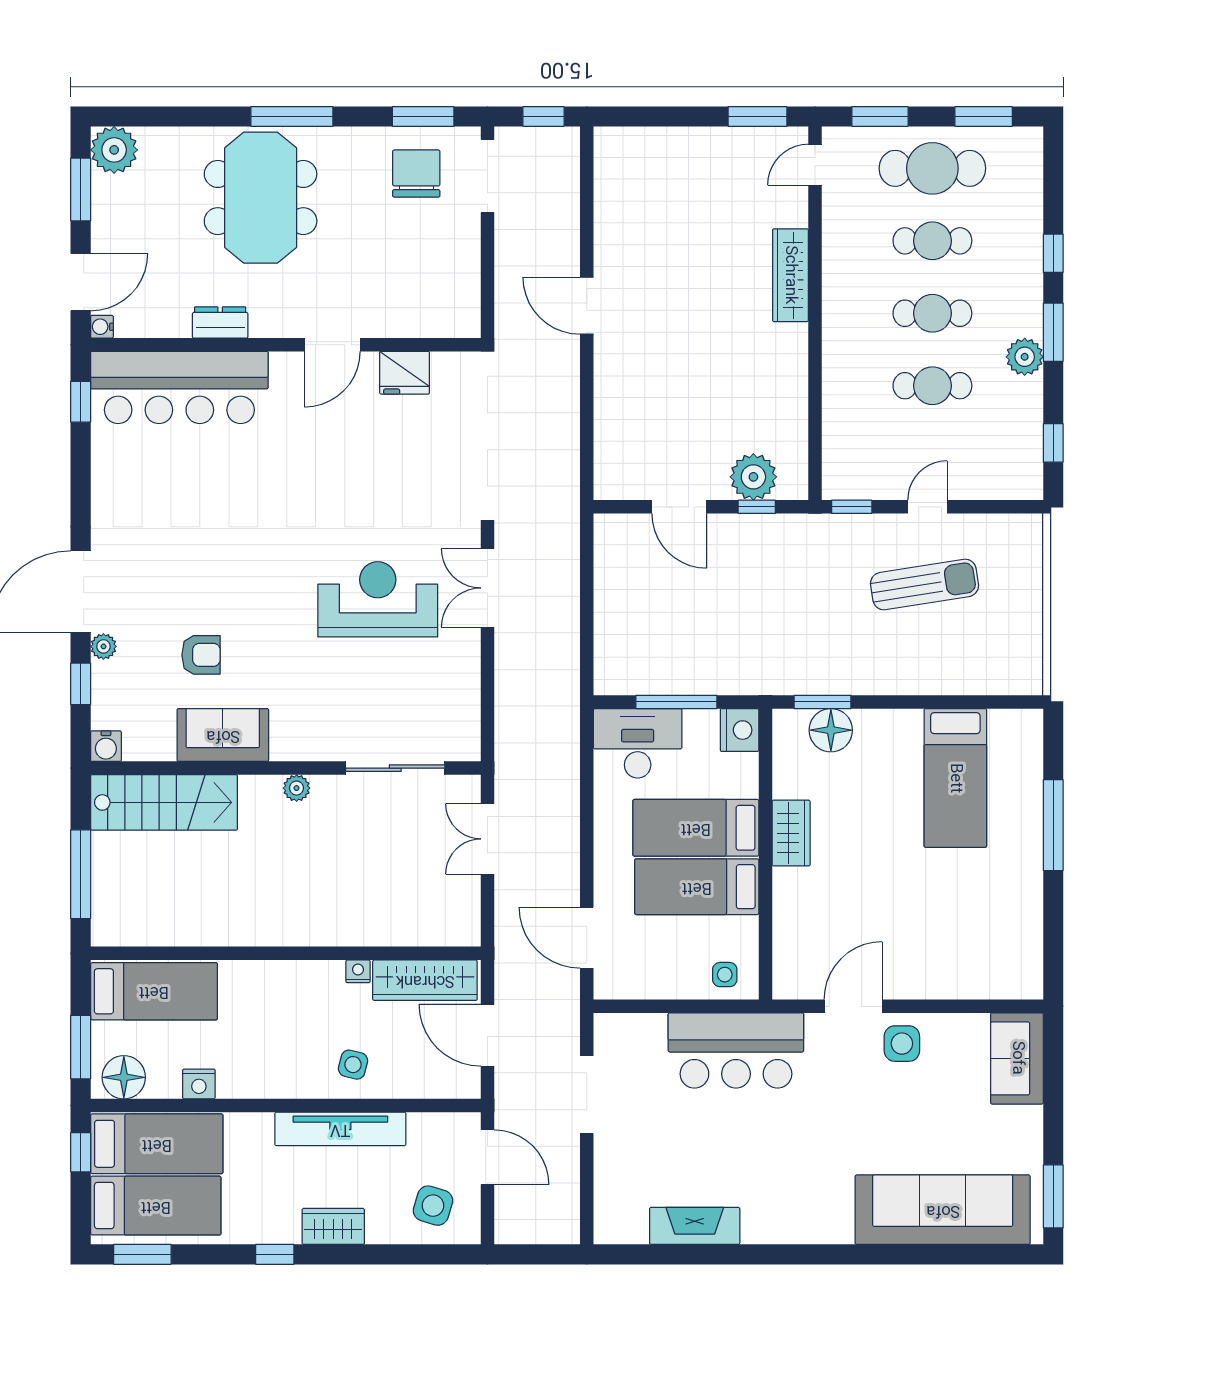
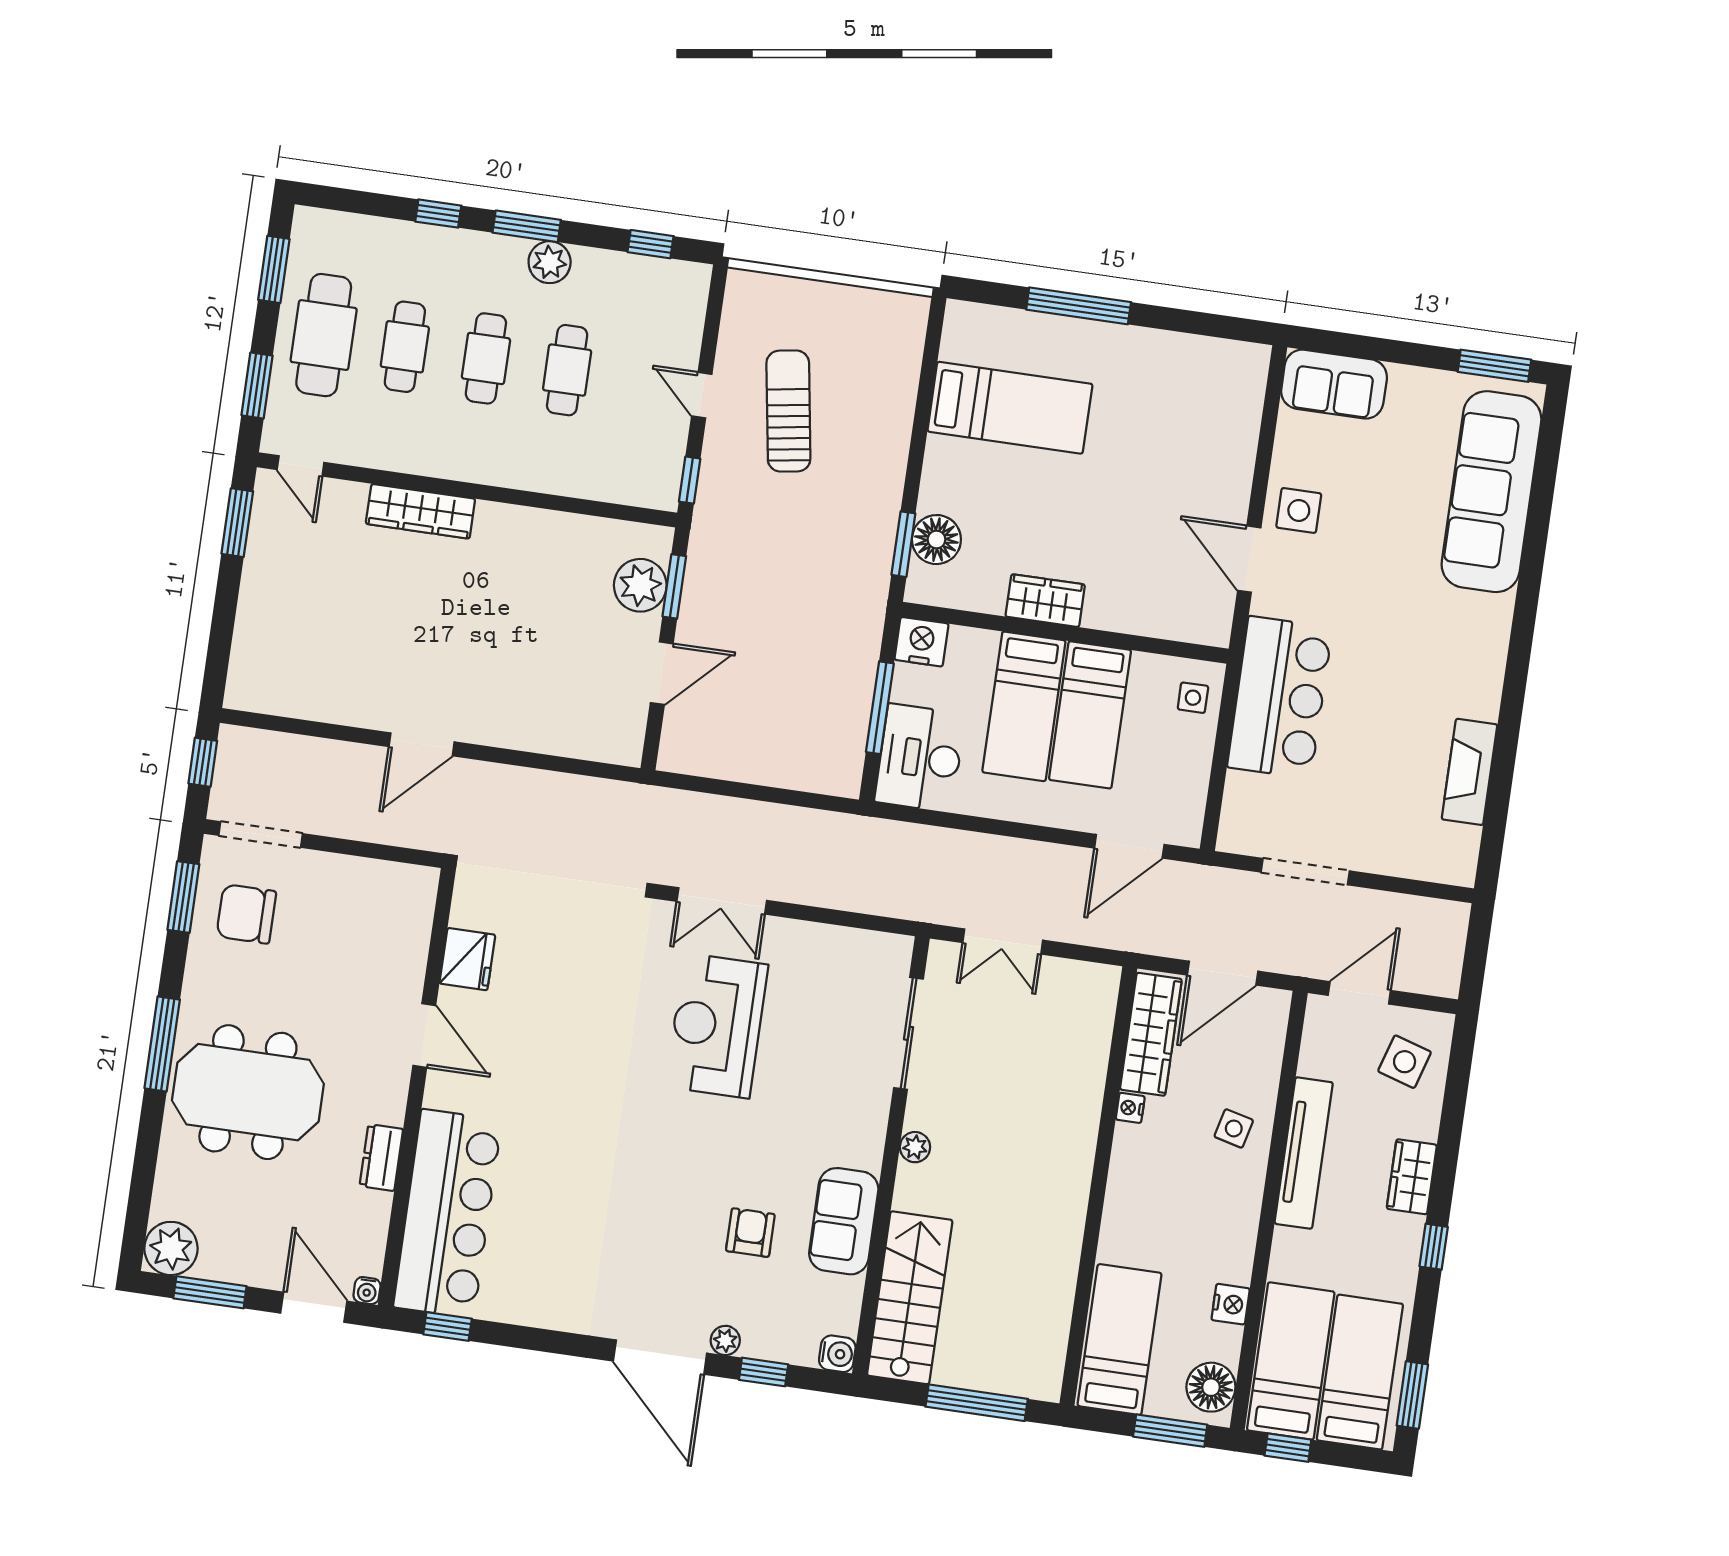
window: (757, 507) -> (674, 586), width x1.50

